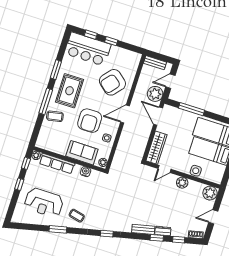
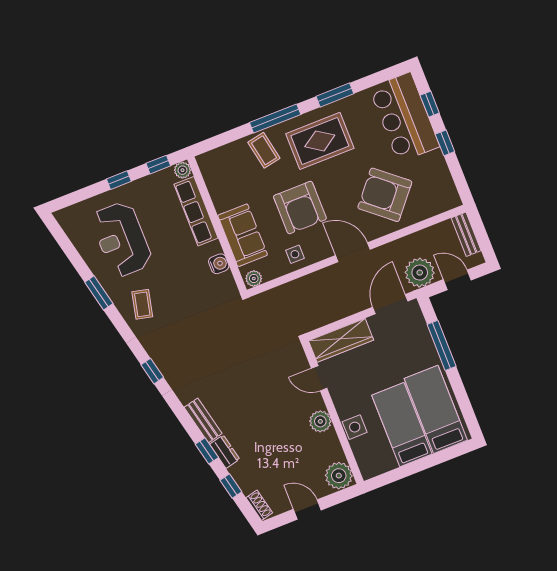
armchair: (90, 121) -> (300, 208), turned -90

